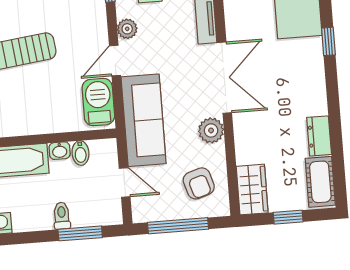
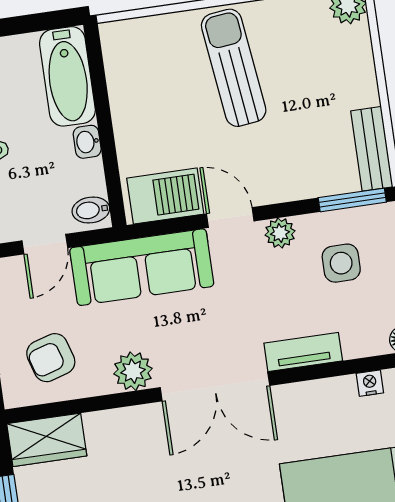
bidet: (80, 153) -> (91, 210), moved

